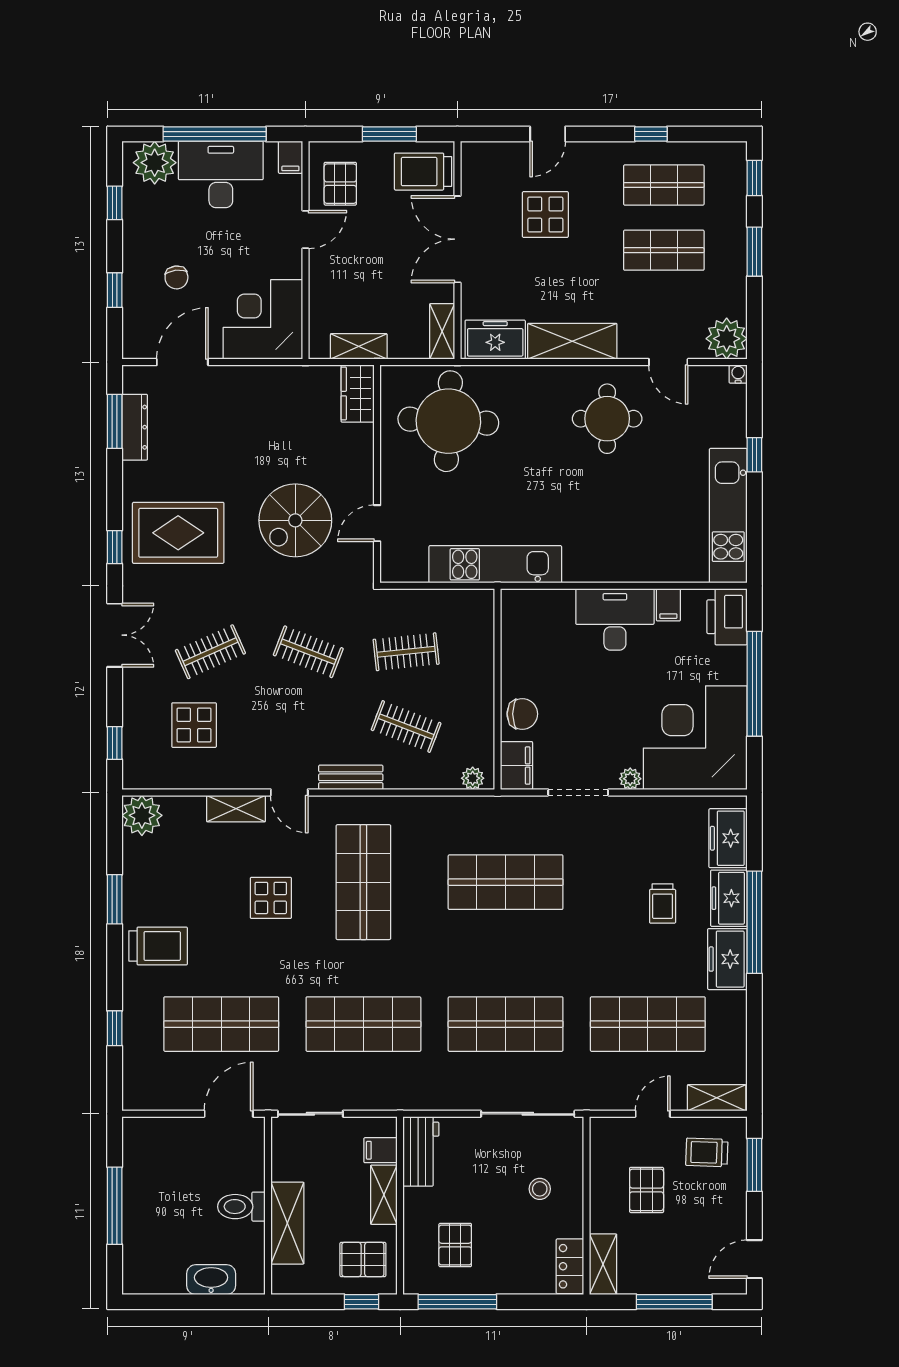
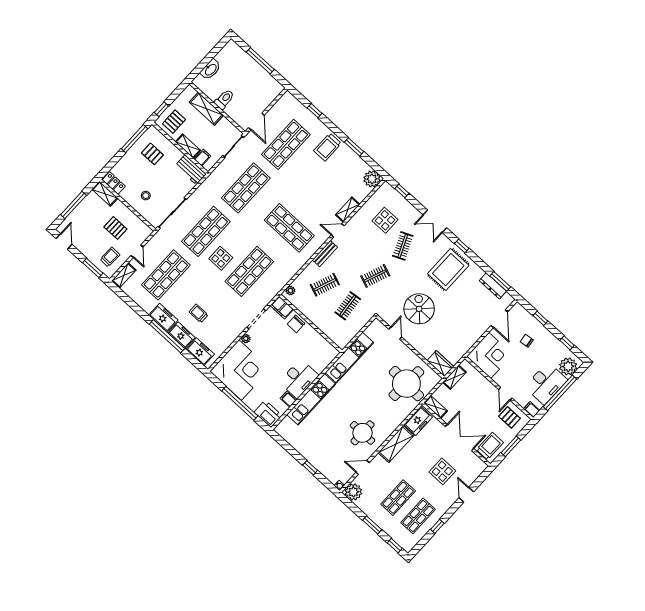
kitchen unit: (728, 516) -> (311, 399), moved, turned 90
display table: (271, 898) -> (221, 258), moved

